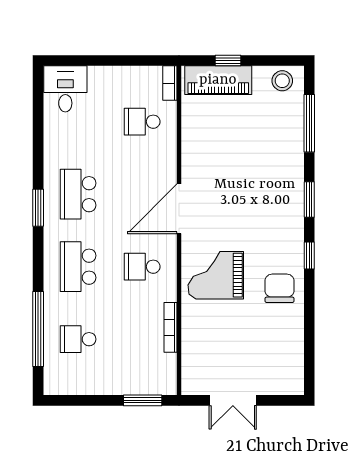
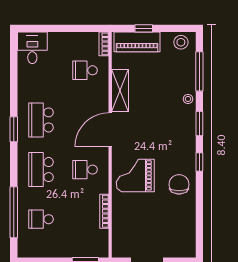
shelving: (193, 151) -> (120, 90), added
stool: (293, 164) -> (188, 99), added

